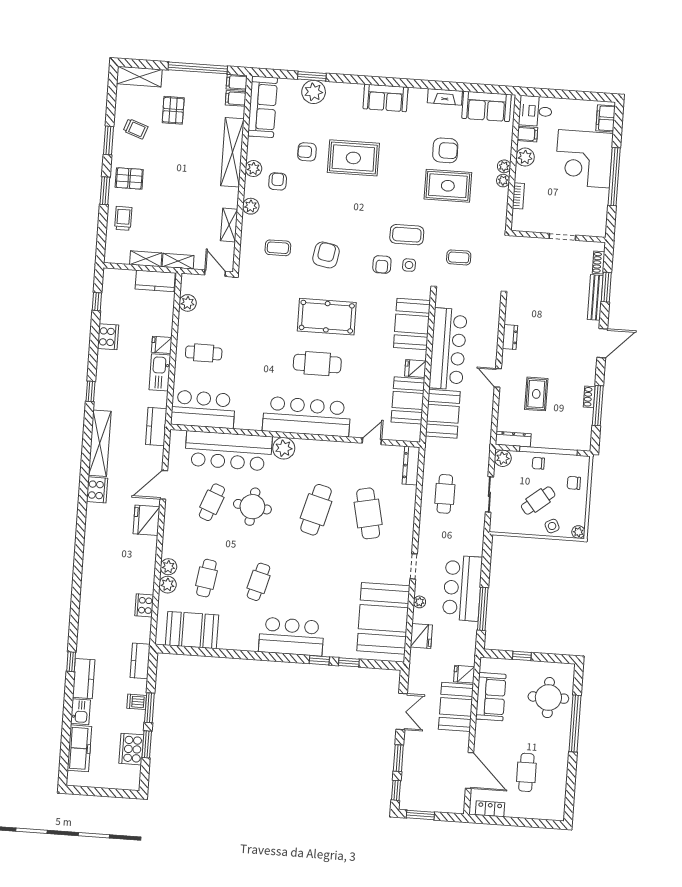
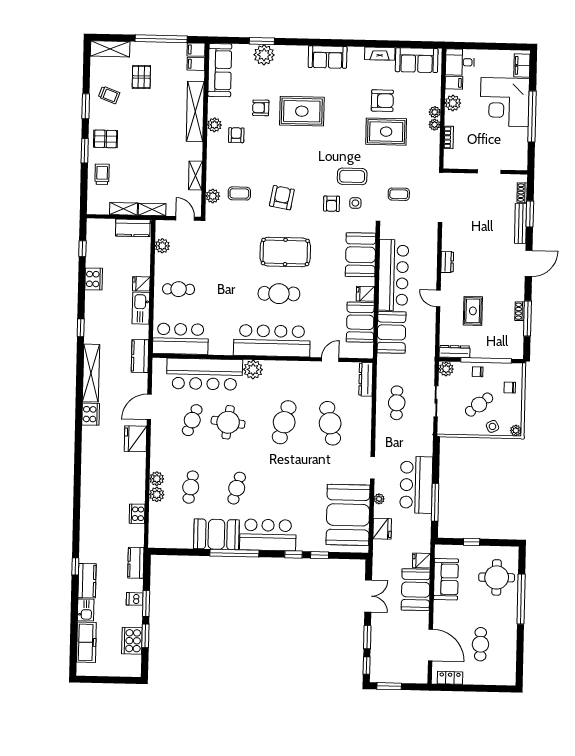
plant: (251, 206) -> (213, 196), moved
booth: (192, 630) -> (216, 534), moved
window: (252, 655) -> (234, 553), added

